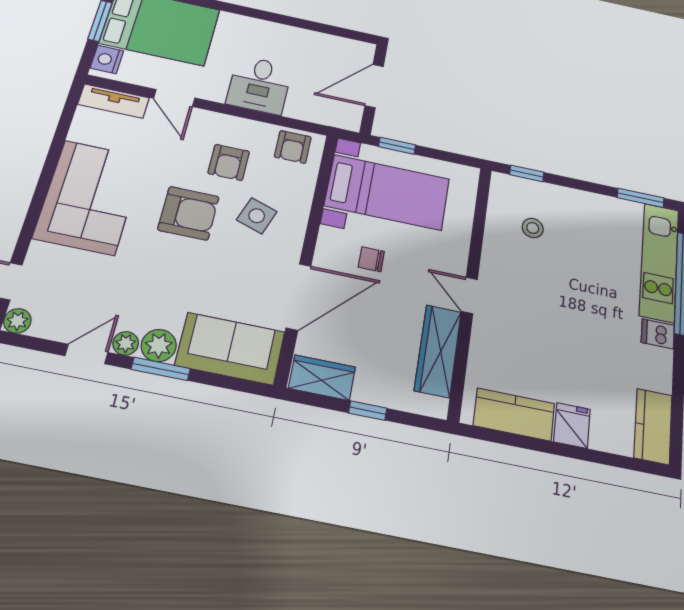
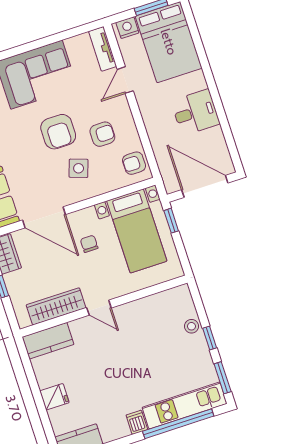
desk: (259, 85) -> (195, 112), moved, turned 180
door: (374, 86) -> (205, 186), width x1.36
armchair: (229, 162) -> (102, 134), turned 180
window: (527, 173) -> (210, 338), moved
stool: (533, 228) -> (191, 326), moved
door: (469, 295) -> (99, 308), swing flipped
kitchen counter: (514, 414) -> (48, 341), moved, turned 90

